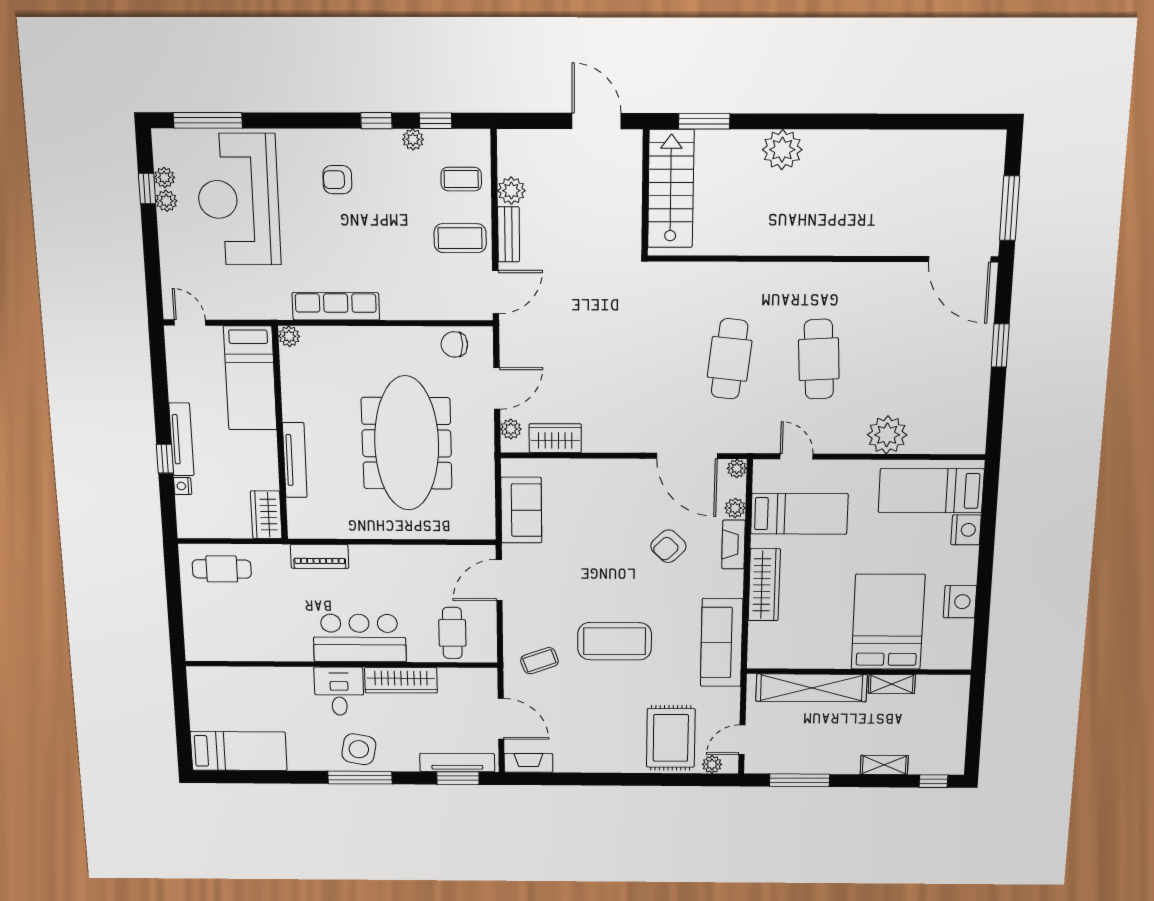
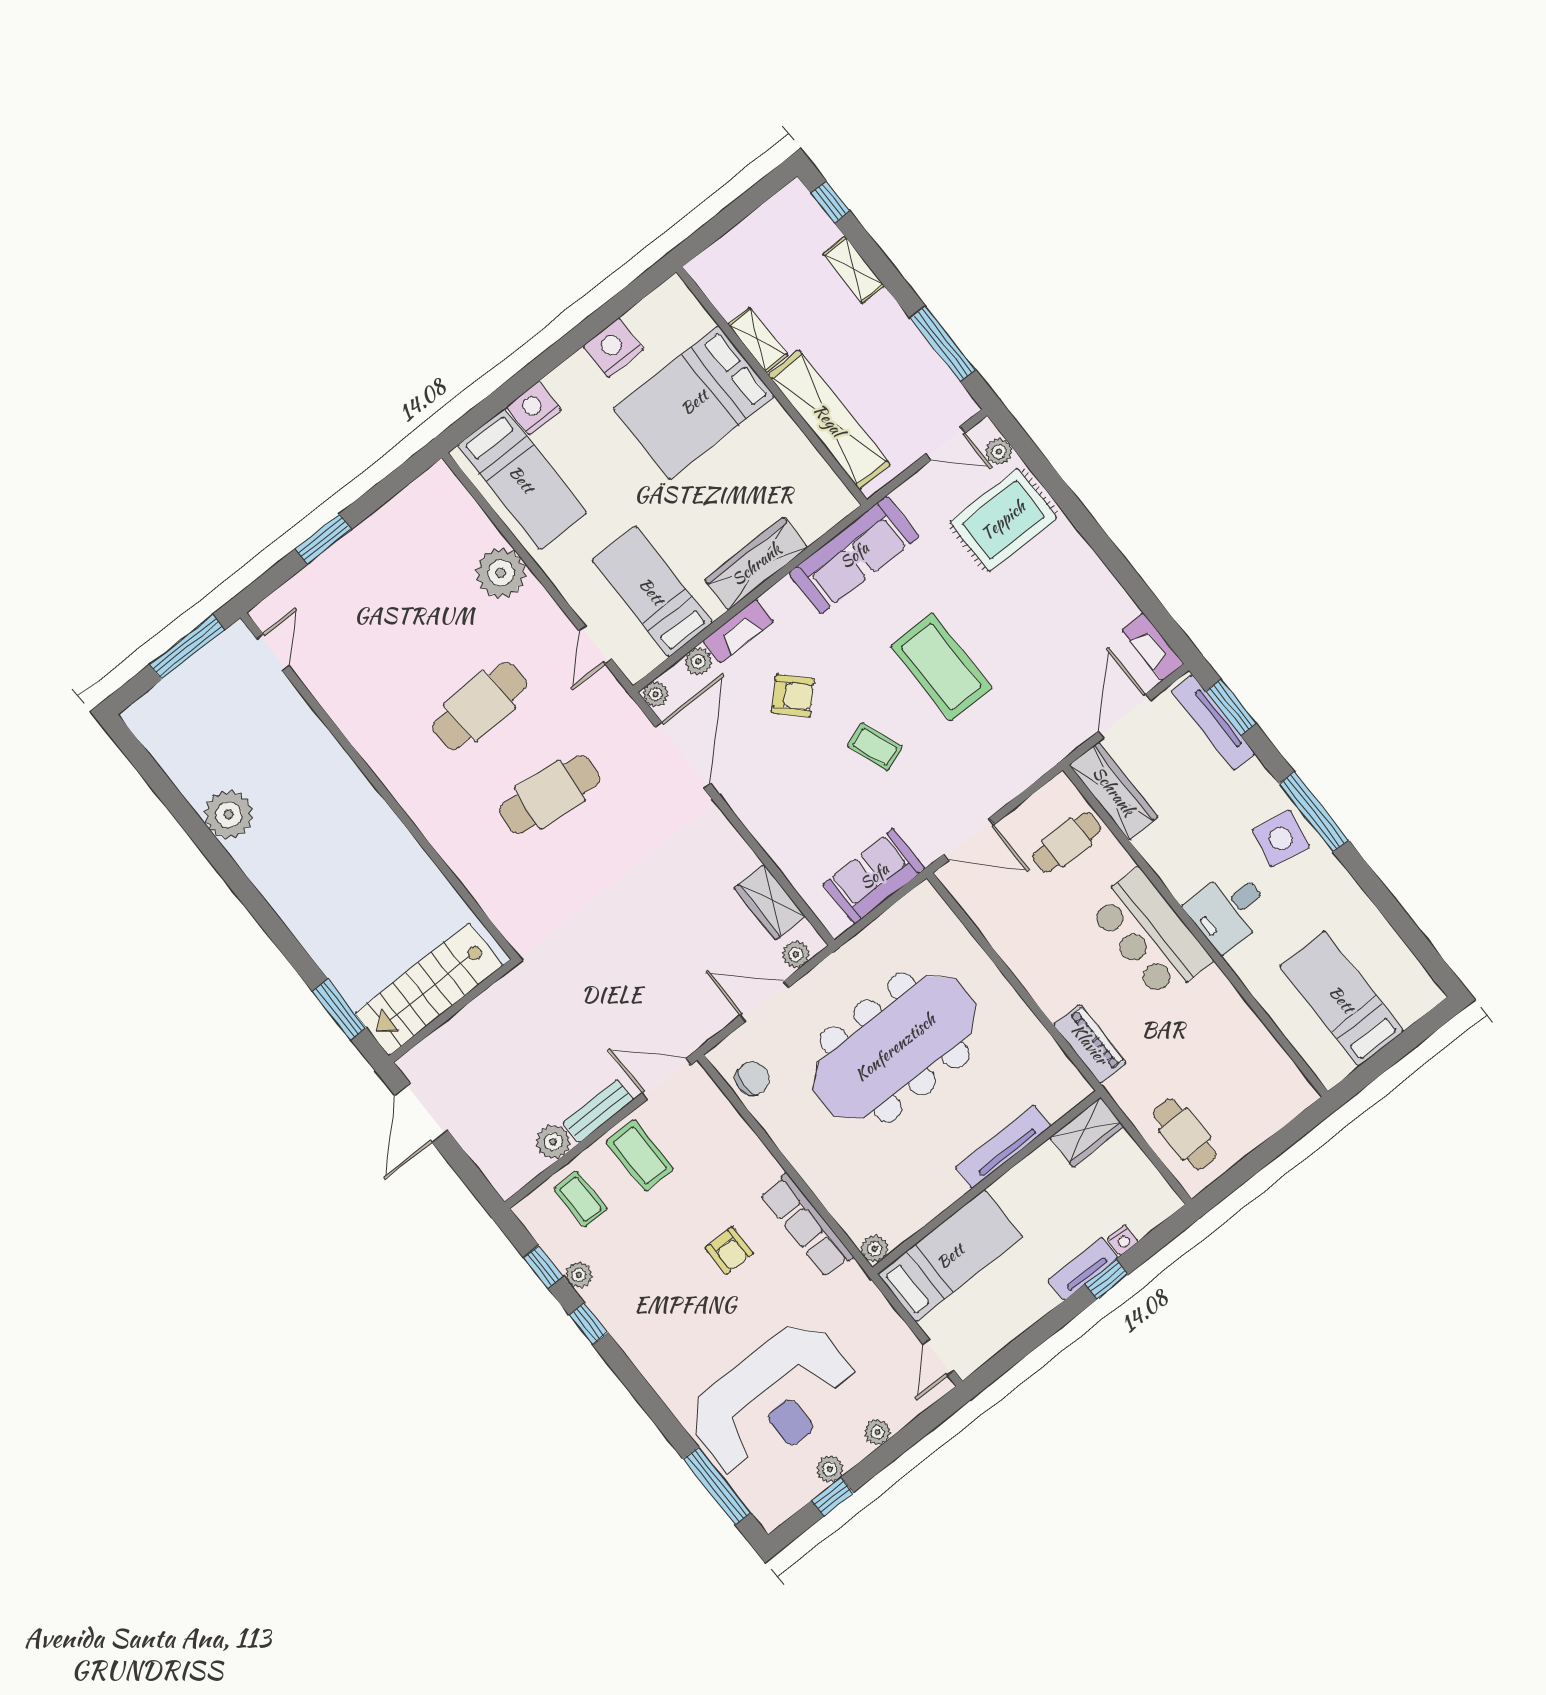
plant: (782, 150) -> (229, 815), moved
plant: (164, 177) -> (877, 1432), moved
armchair: (337, 180) -> (729, 1251), moved
door: (960, 259) -> (273, 652), width x0.53
chair: (454, 344) -> (752, 1079), turned -90
tv unit: (181, 439) -> (1083, 1269), width x0.71
coffee table: (539, 661) -> (875, 747), moved
wardrobe: (401, 680) -> (1114, 791), moved
bed: (239, 751) -> (1342, 999), moved

